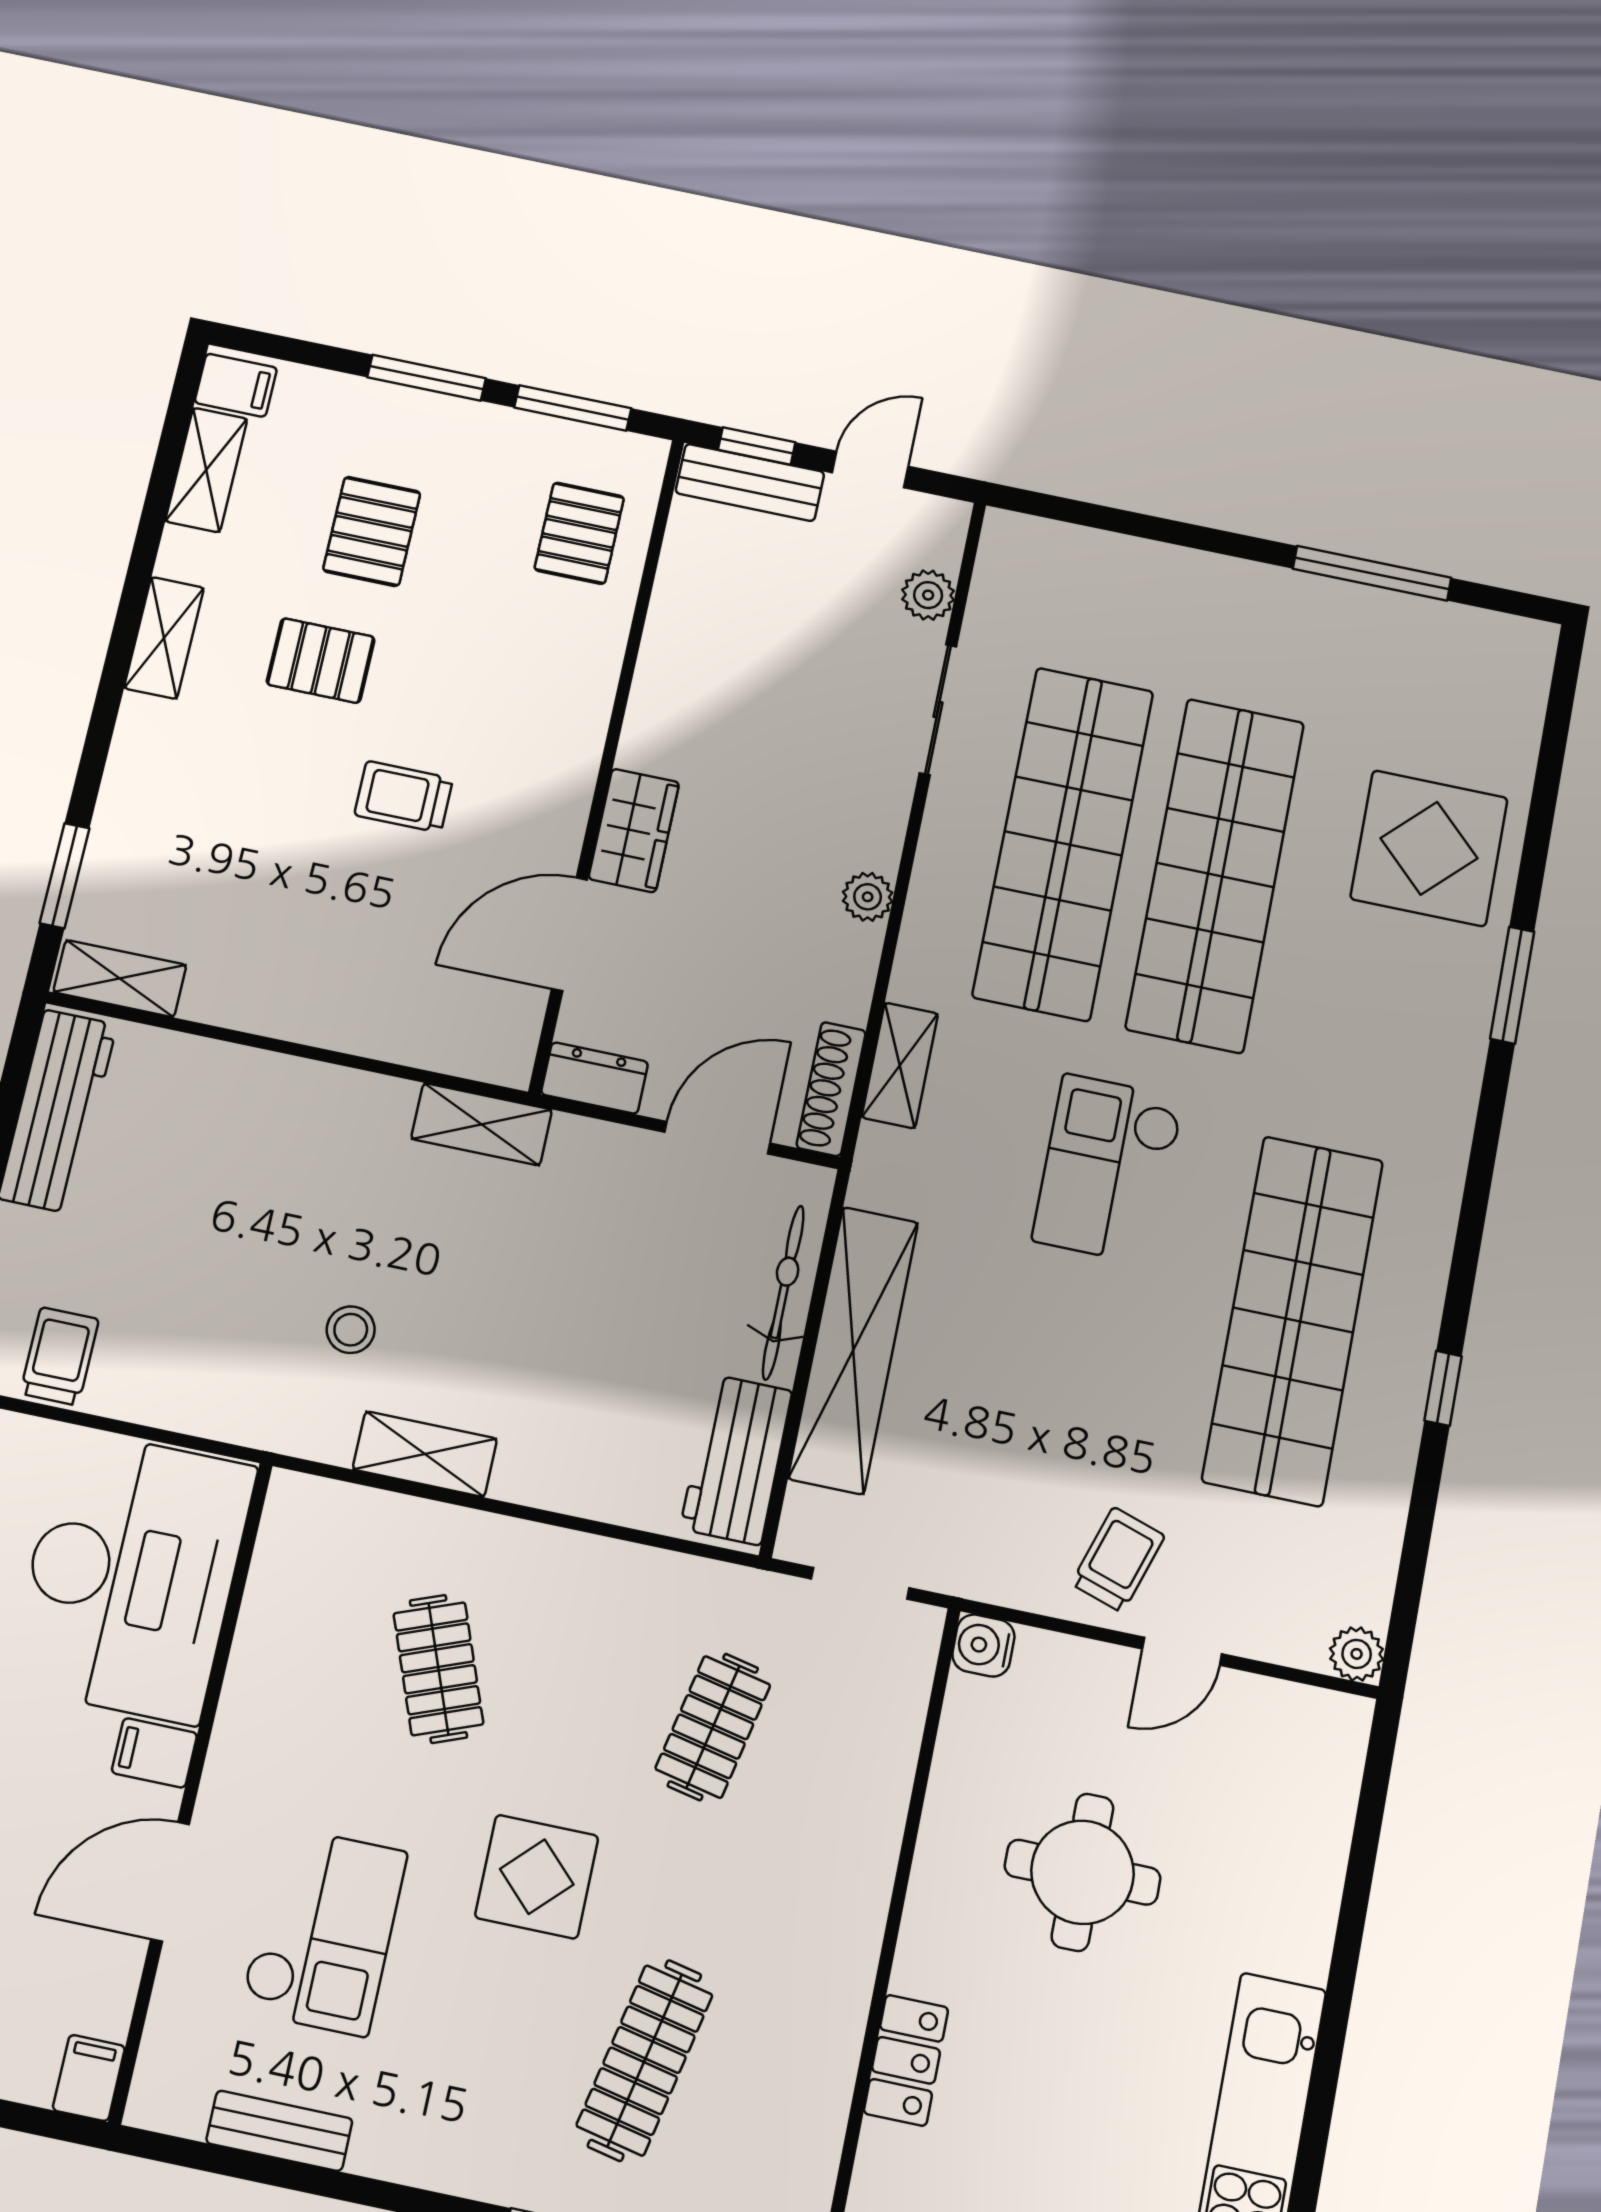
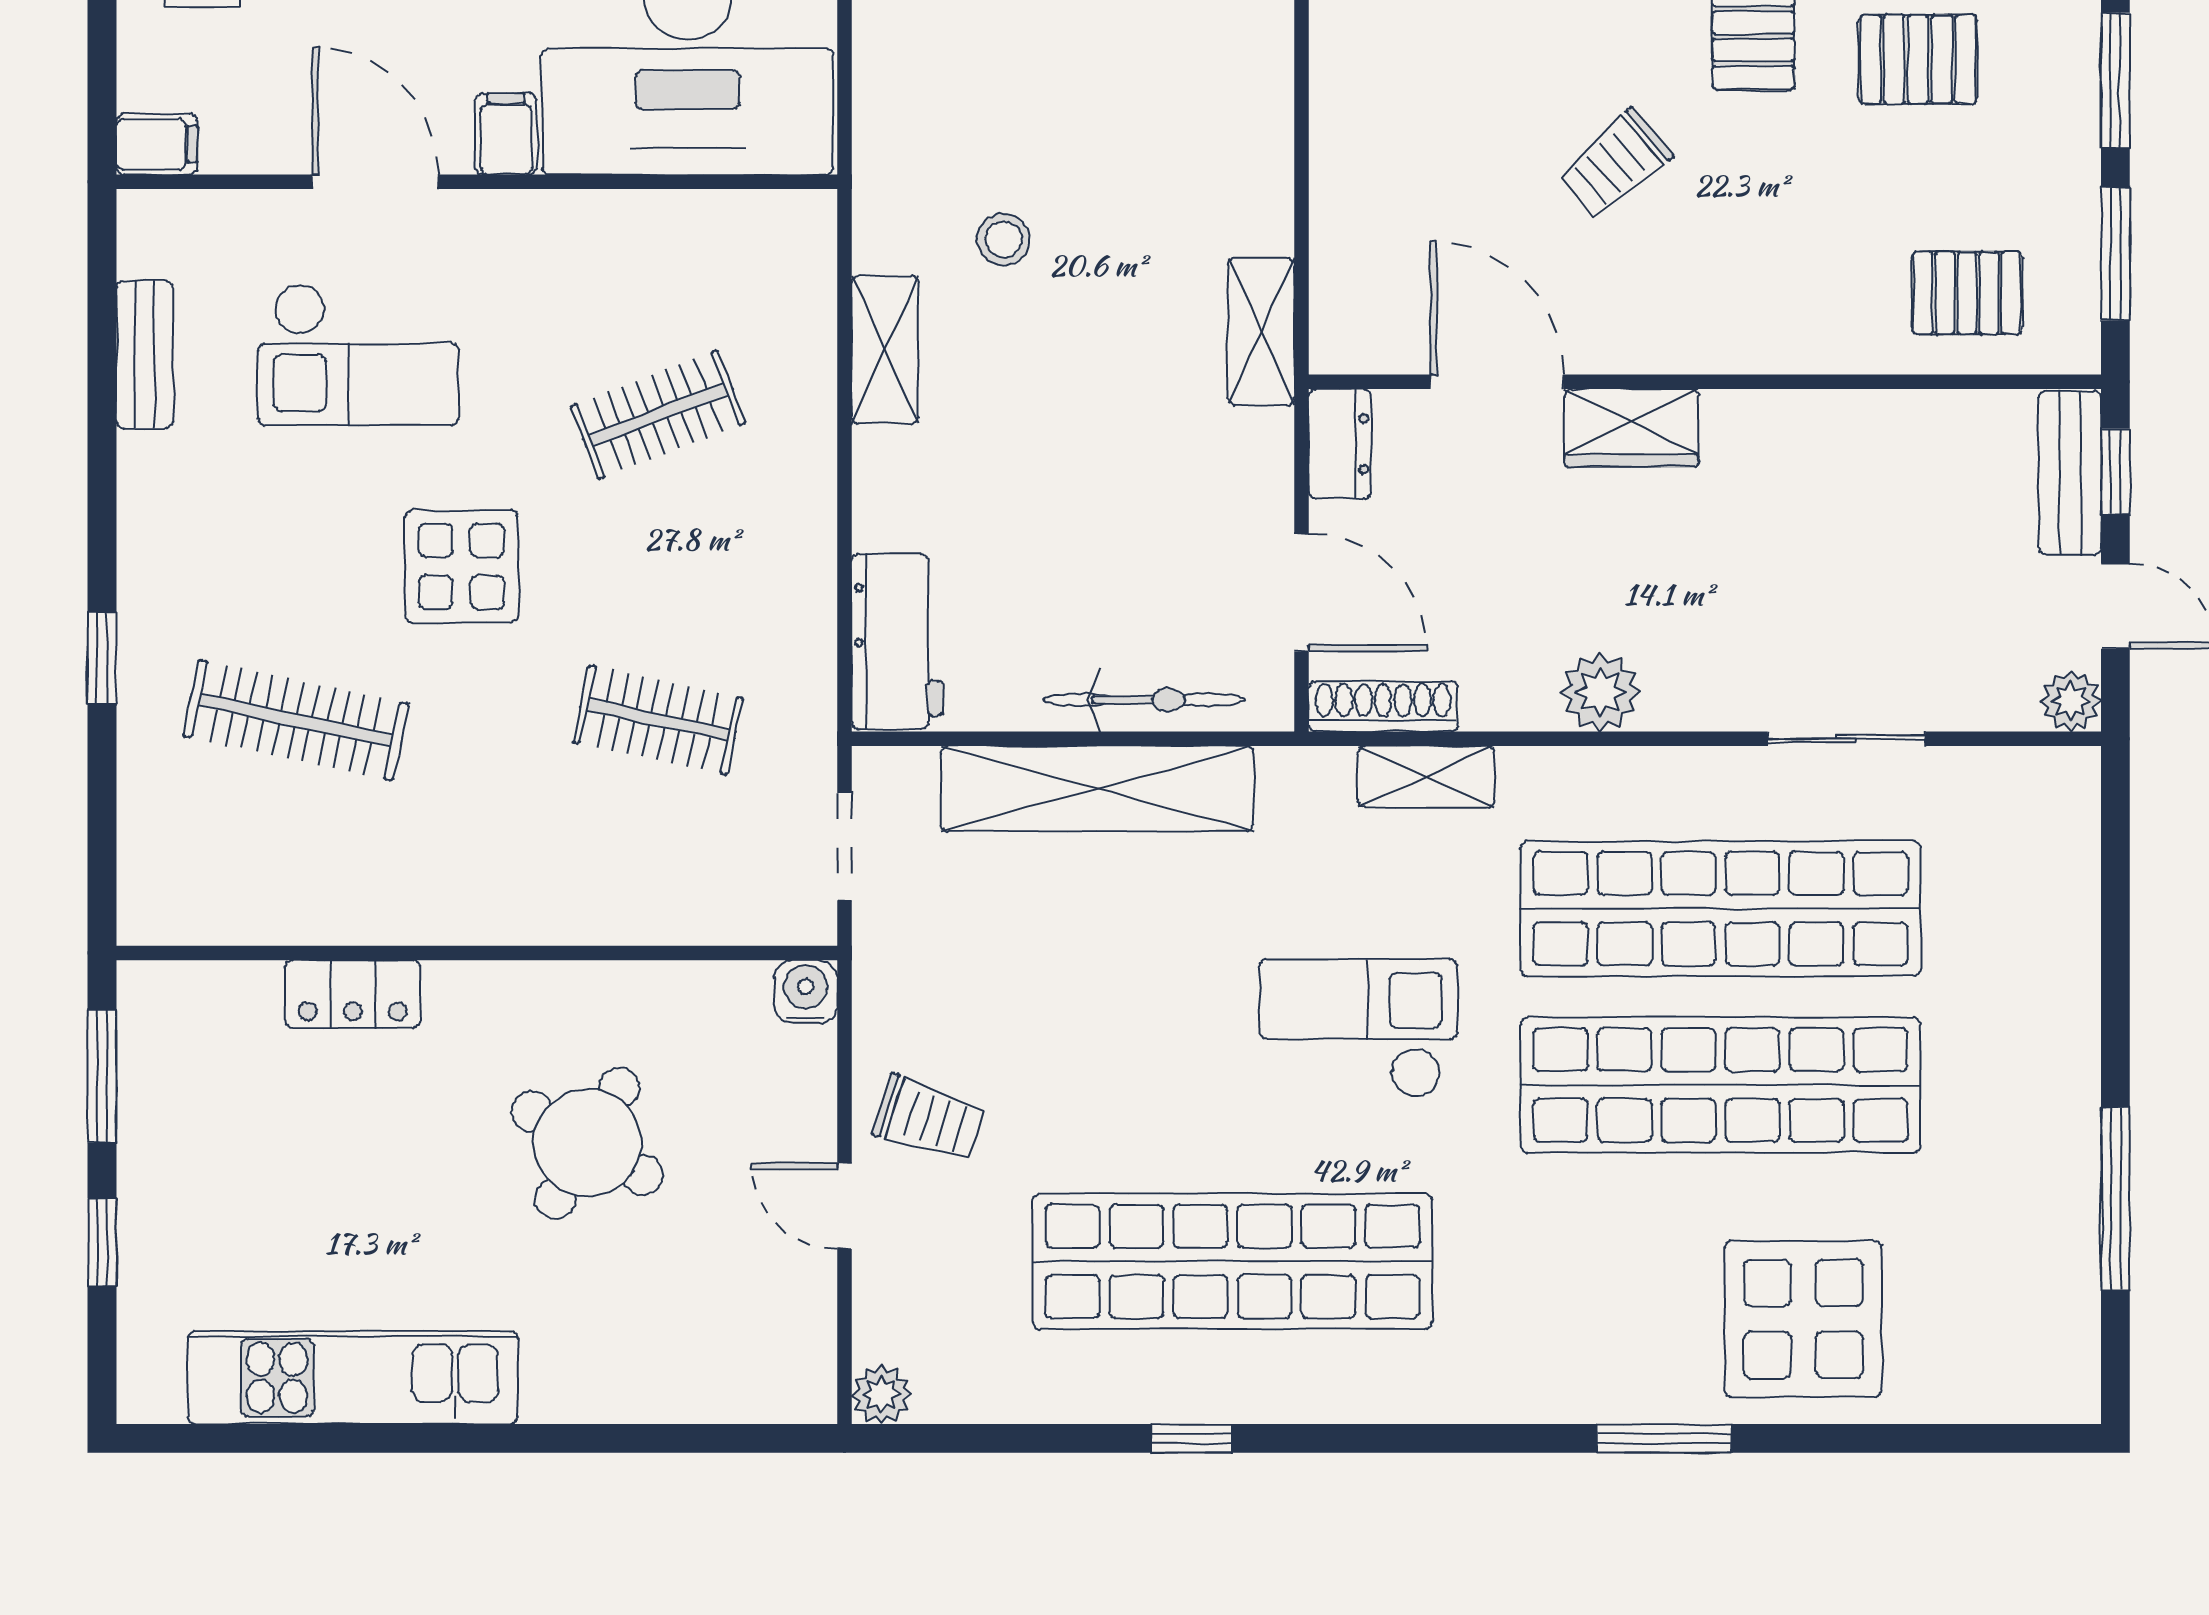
plant: (928, 595) -> (2071, 701), moved
trolley: (404, 797) -> (1615, 164), turned -131
plant: (868, 897) -> (1600, 692), width x1.38, depth x1.38
workbench: (736, 1460) -> (897, 642), moved, turned 90
round table: (1083, 1872) -> (587, 1143), turned 30

